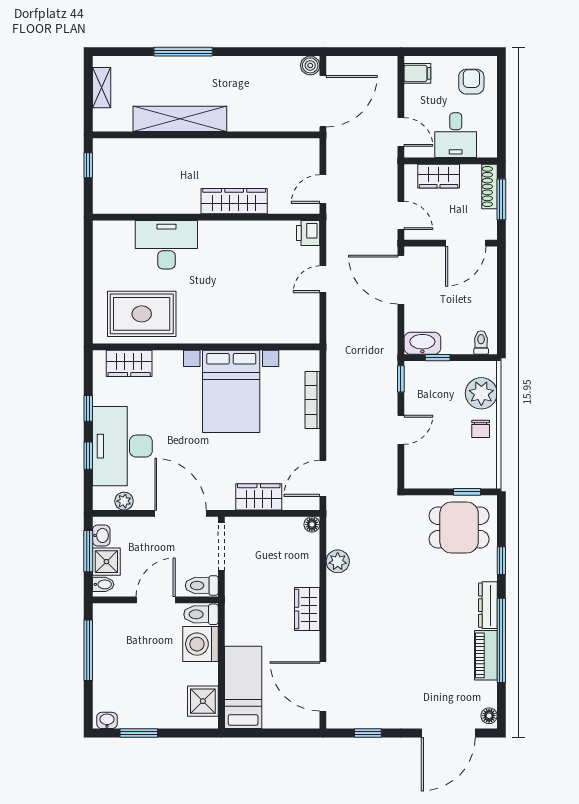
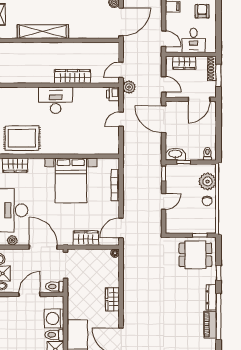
desk: (166, 245) -> (56, 100), moved
plant: (338, 561) -> (129, 87), moved
toilet: (201, 614) -> (54, 335), moved

